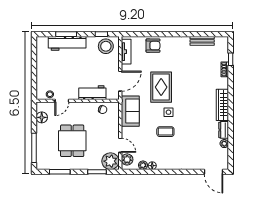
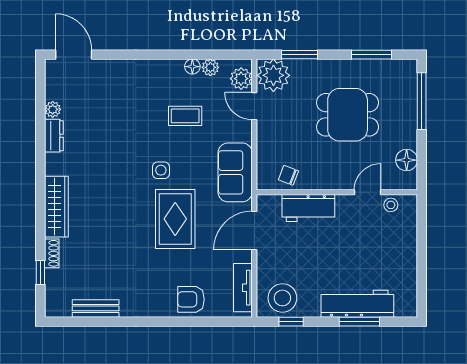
wardrobe: (222, 105) -> (56, 207), moved
coffee table: (165, 132) -> (185, 116), moved
dining table: (72, 141) -> (348, 115), turned 90

